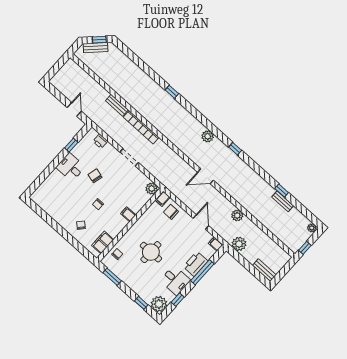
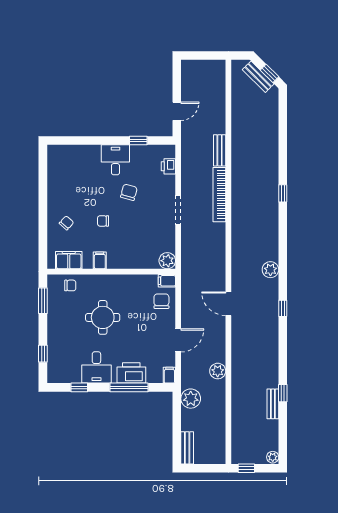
filing cabinet: (128, 214) -> (100, 260), moved
plant: (159, 304) -> (58, 372), removed

